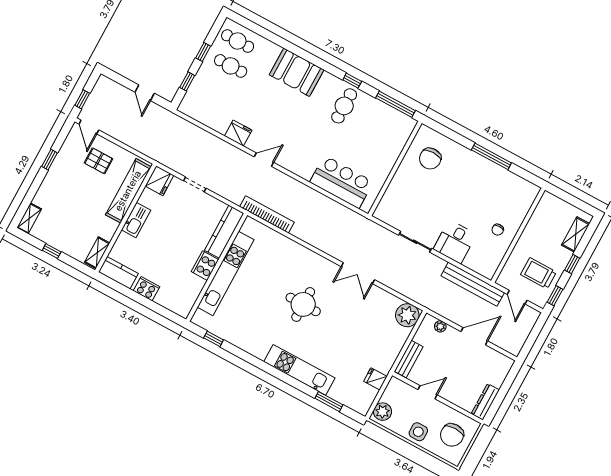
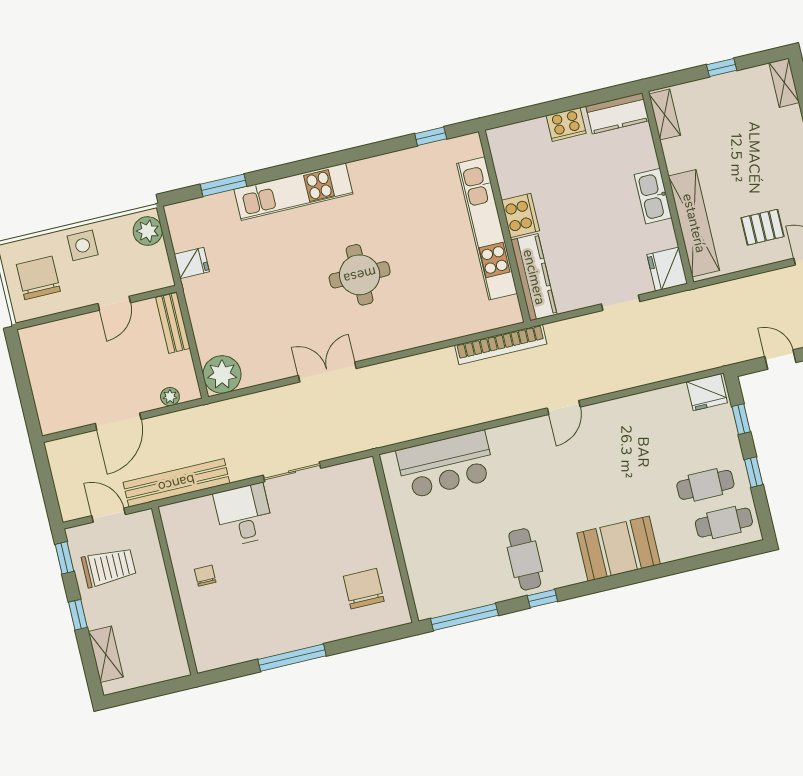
fridge: (238, 133) -> (707, 392), moved
dresser: (485, 402) -> (34, 354), removed

